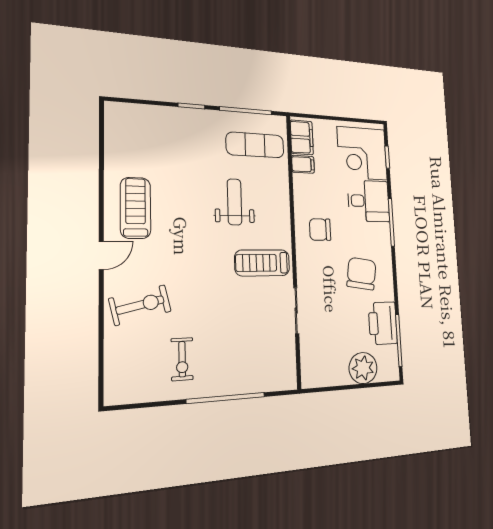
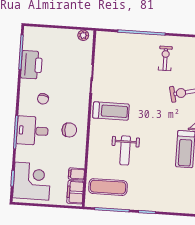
desk: (369, 201) -> (32, 131), moved
chair: (361, 274) -> (43, 99), width x0.54, depth x0.54
plant: (363, 368) -> (83, 35), moved, width x0.53, depth x0.53

